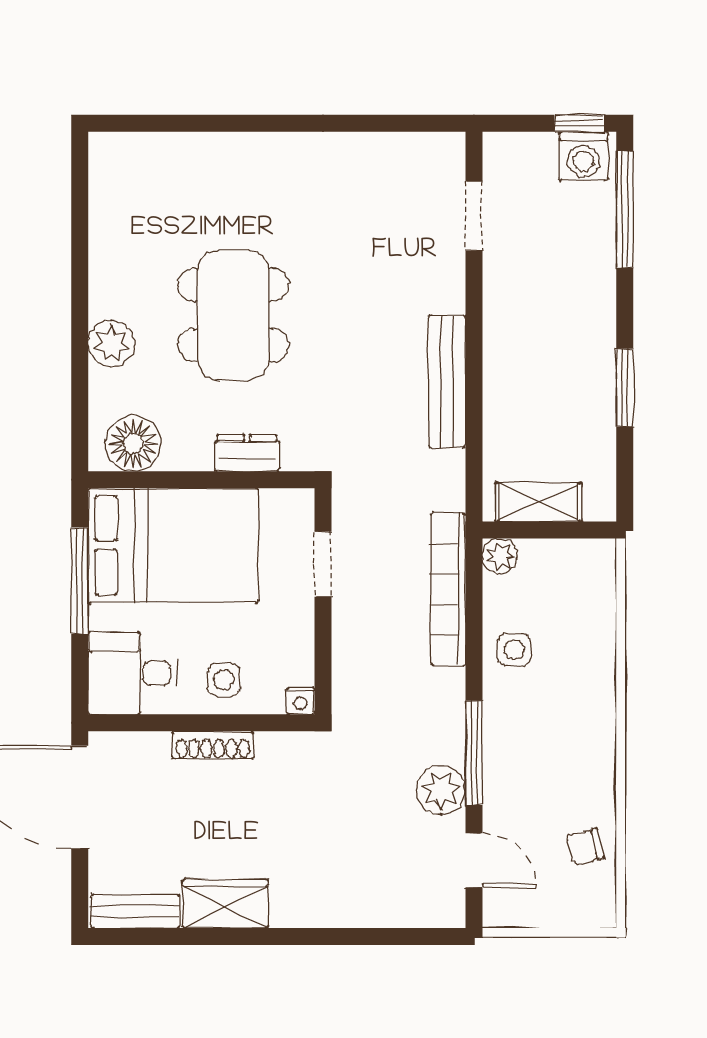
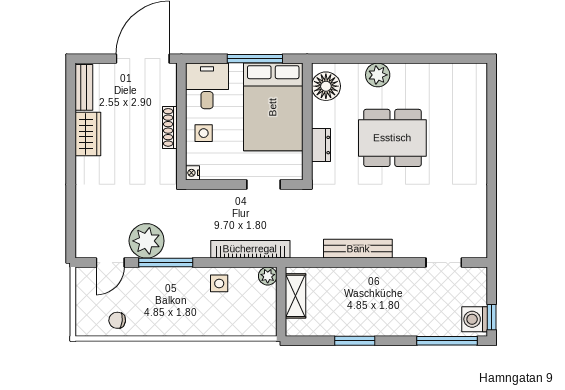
plant: (441, 790) -> (147, 241), width x1.36, depth x1.36
chair: (585, 847) -> (117, 320), turned -71

